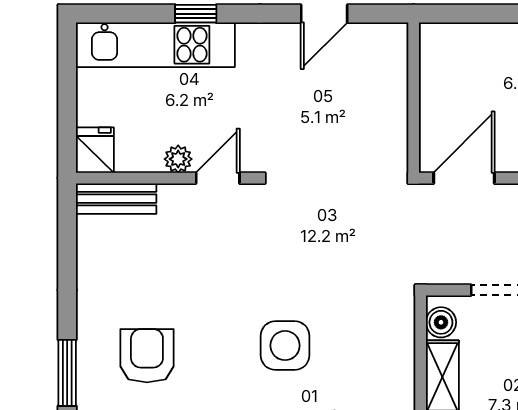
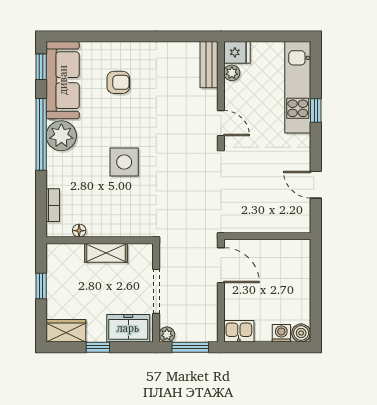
plant: (178, 159) -> (232, 73), moved
boiler: (441, 322) -> (138, 252), removed
armchair: (147, 356) -> (118, 82), width x0.72, depth x0.72
window: (67, 373) -> (108, 36), removed

